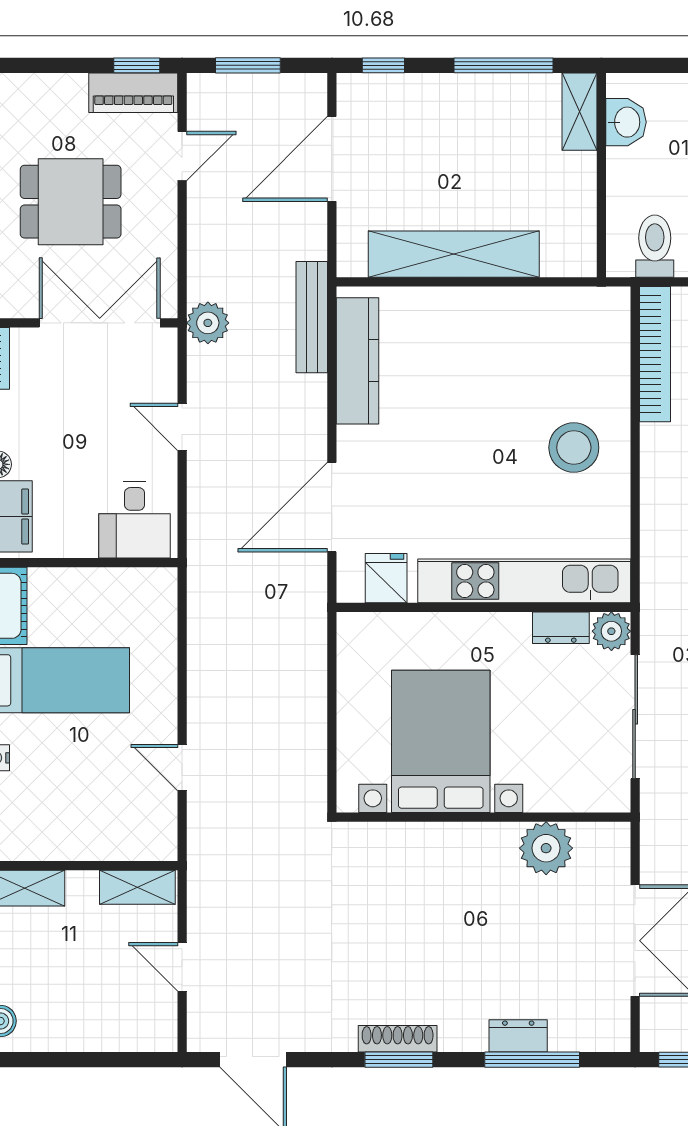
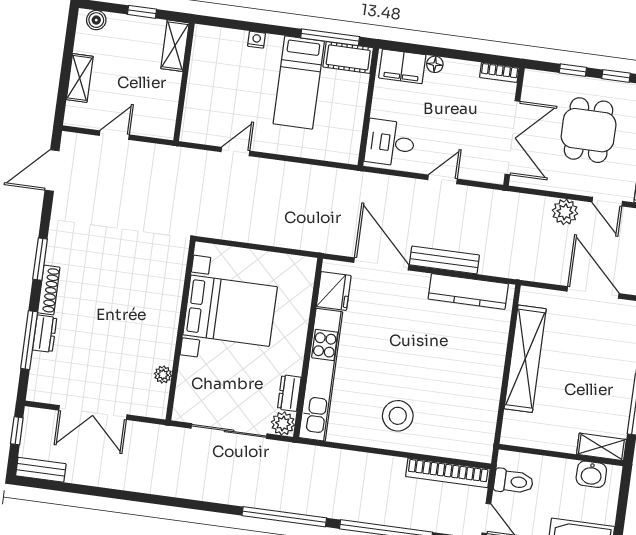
bench: (312, 317) -> (444, 260), moved
plant: (208, 323) -> (565, 212), moved
fridge: (386, 578) -> (334, 291), width x1.38
plant: (546, 848) -> (163, 375), width x0.53, depth x0.53
shelving: (137, 887) -> (80, 78), moved
shoe rack: (398, 1039) -> (49, 290), moved

